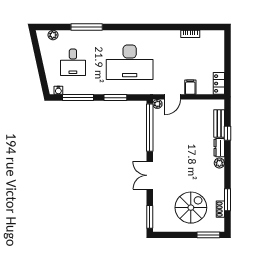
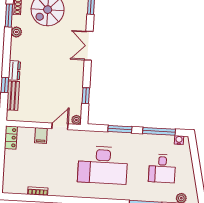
desk: (73, 62) -> (162, 169), turned 180
desk: (130, 62) -> (103, 165), turned 180
window: (150, 128) -> (86, 96), width x0.32
plant: (219, 163) -> (16, 32), moved
double door: (150, 175) -> (89, 46), swing flipped

